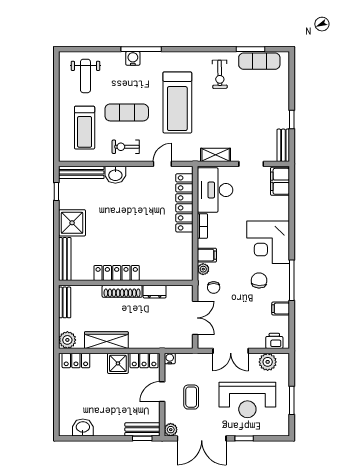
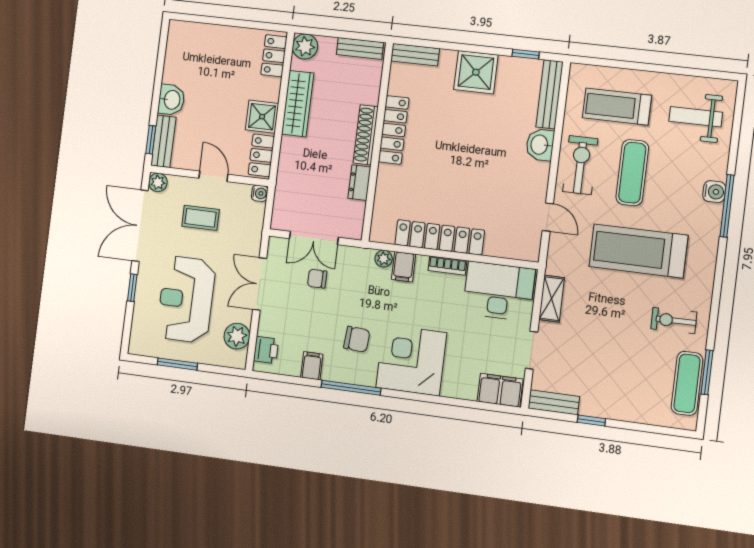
exercise bike: (126, 147) -> (580, 165), width x1.38, depth x1.39
locker: (184, 203) -> (440, 237), moved
bench: (65, 259) -> (415, 55), width x0.73
chair: (214, 288) -> (317, 279), moved
washbasin: (83, 427) -> (171, 100), moved

